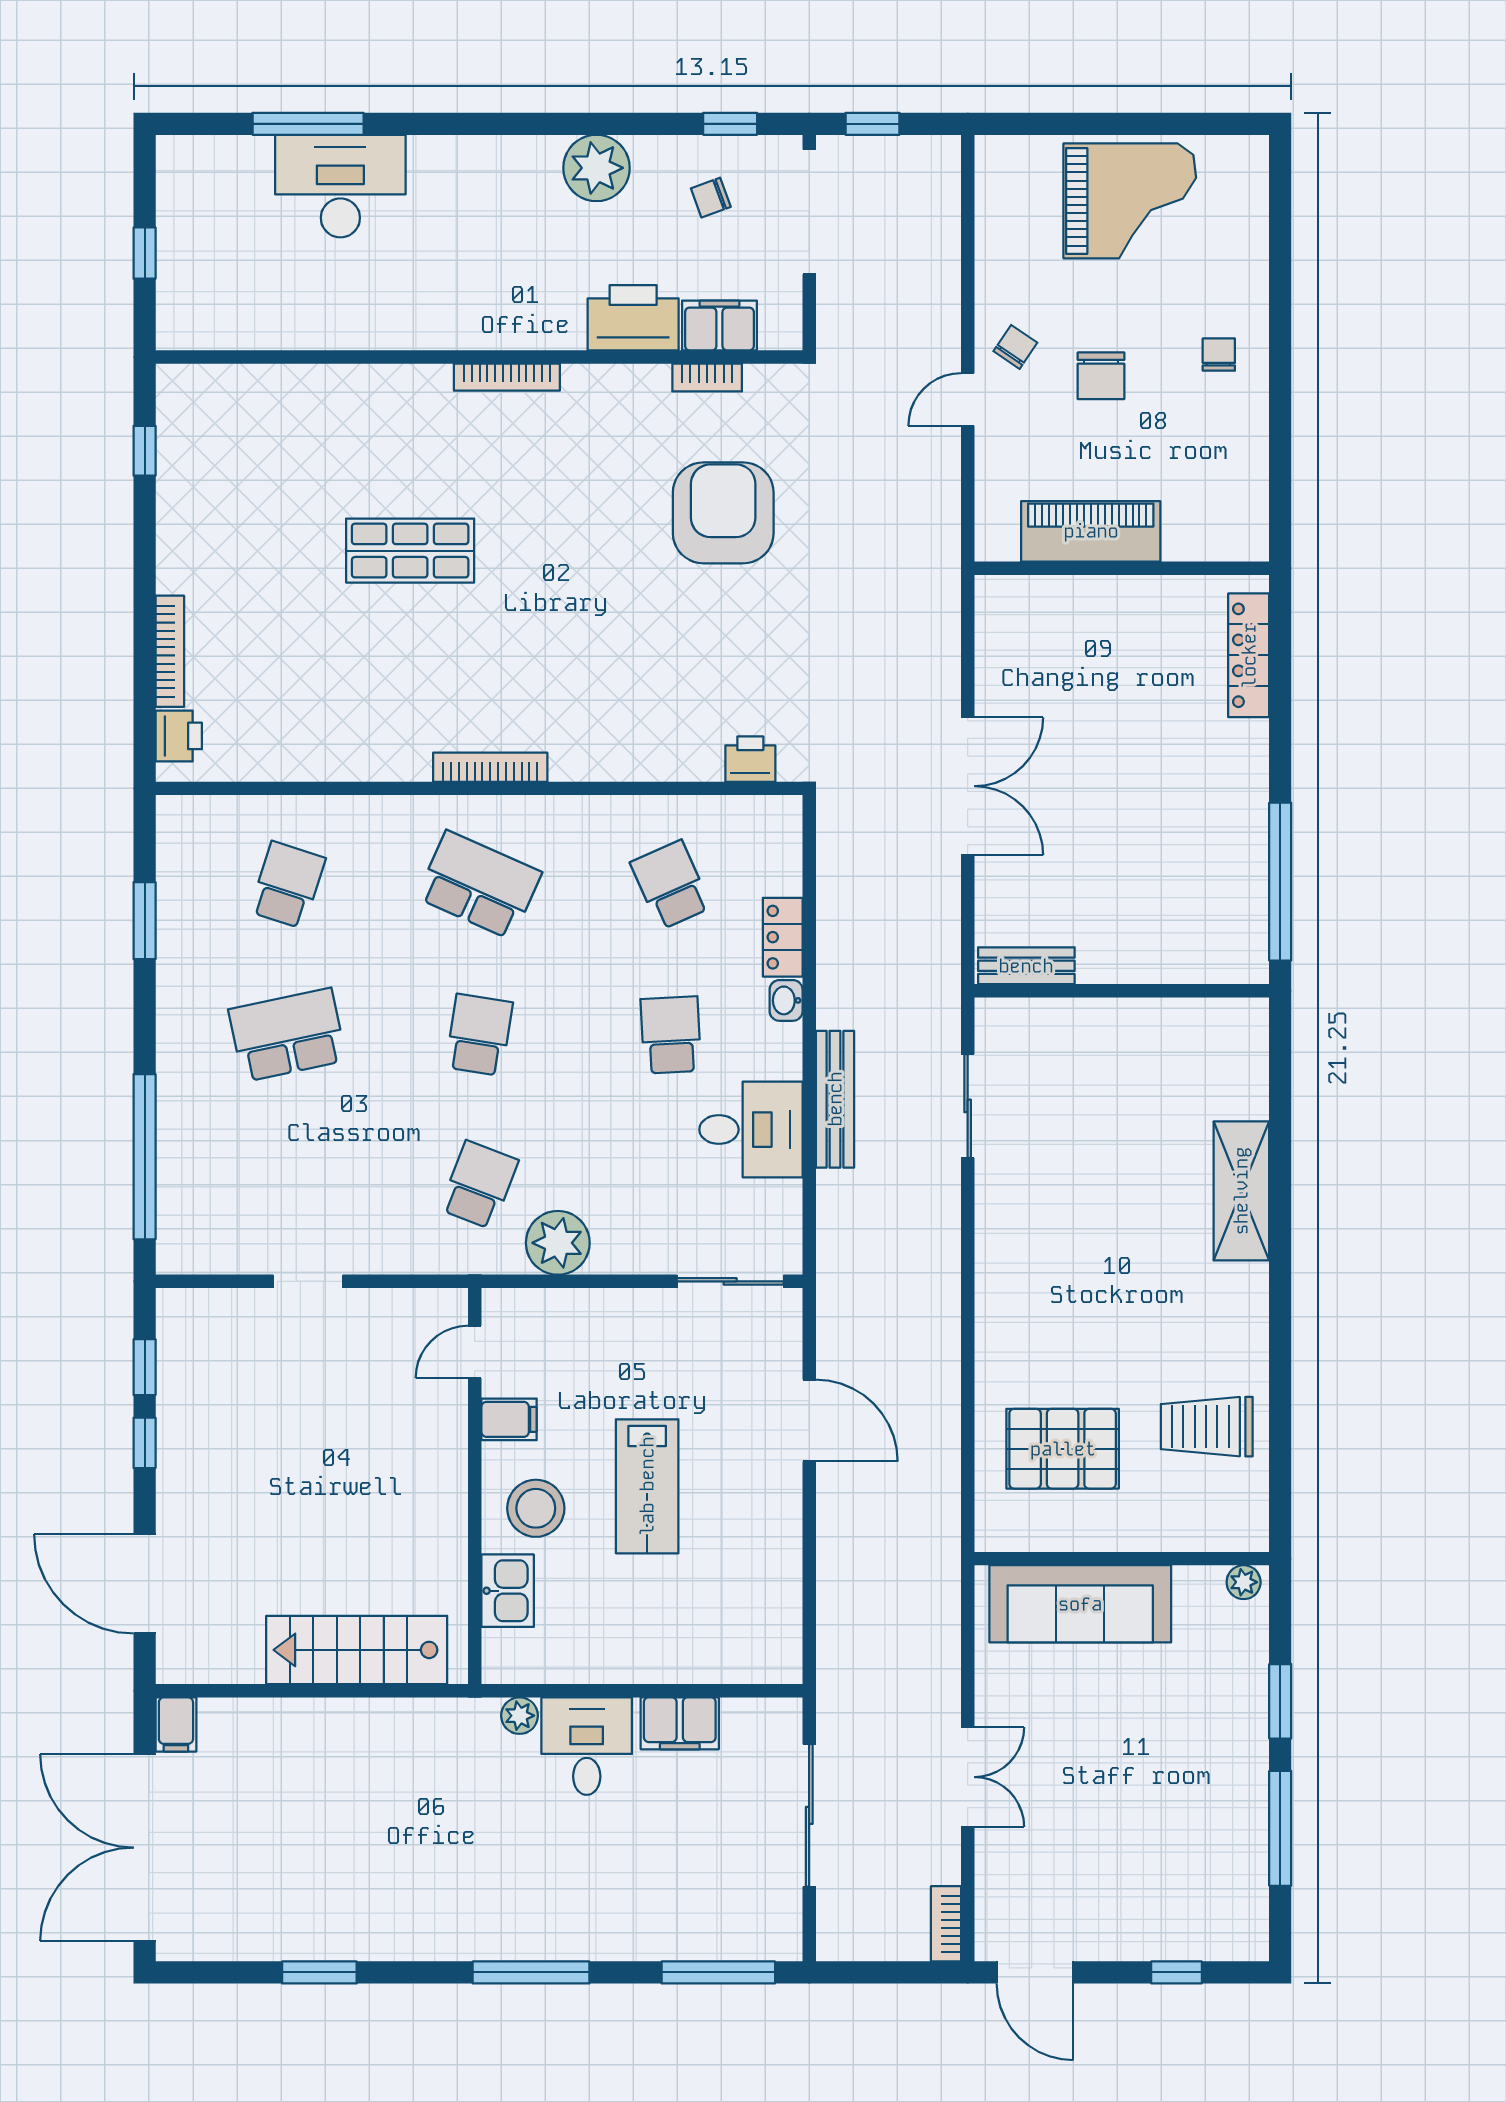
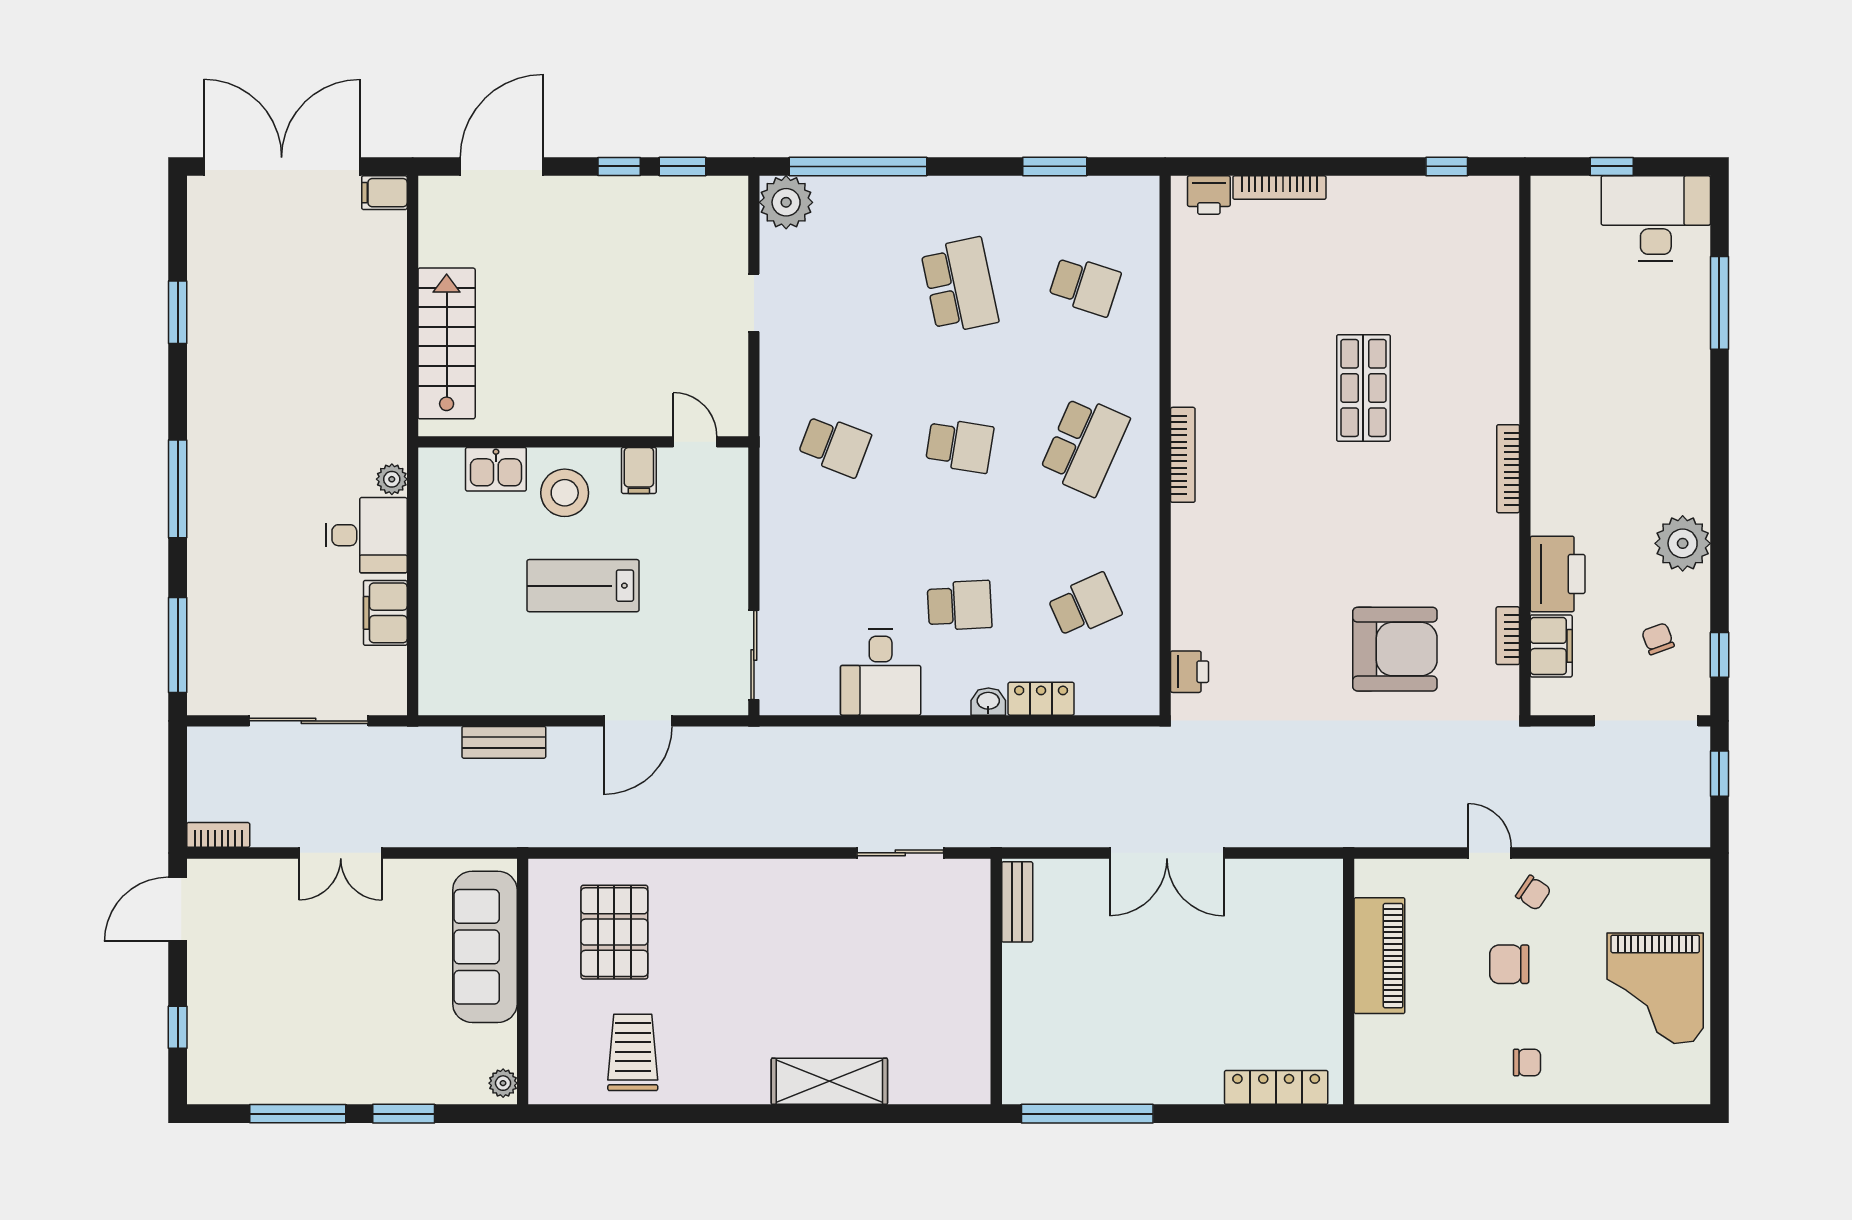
desk: (340, 186) -> (1656, 218), moved, turned -90
bench: (835, 1099) -> (504, 742), moved, width x0.73
plant: (558, 1243) -> (786, 202), moved

